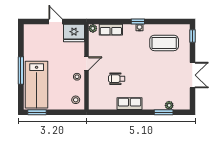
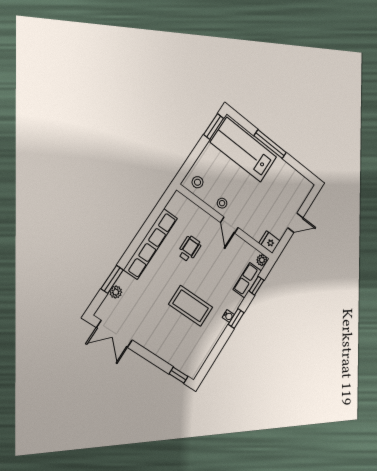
window: (110, 22) -> (256, 286), added
fridge: (74, 33) -> (269, 242), width x0.53, depth x0.75
coffee table: (164, 43) -> (191, 306), moved, turned 90
double door: (193, 75) -> (114, 334), moved
row of seats: (129, 104) -> (151, 244), width x2.02

